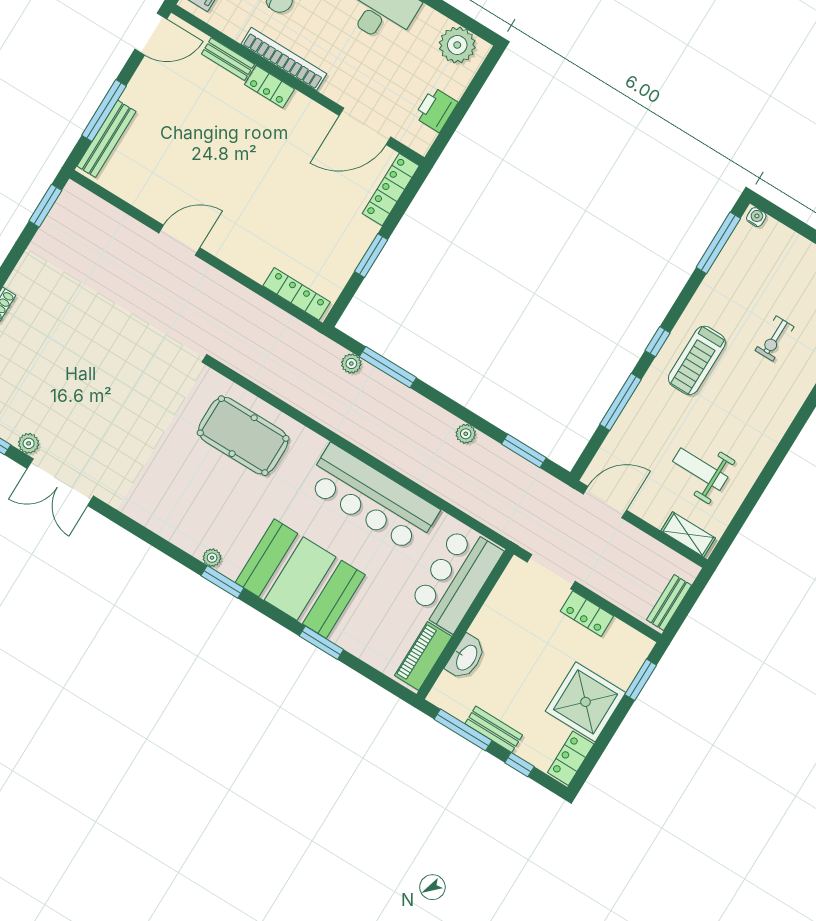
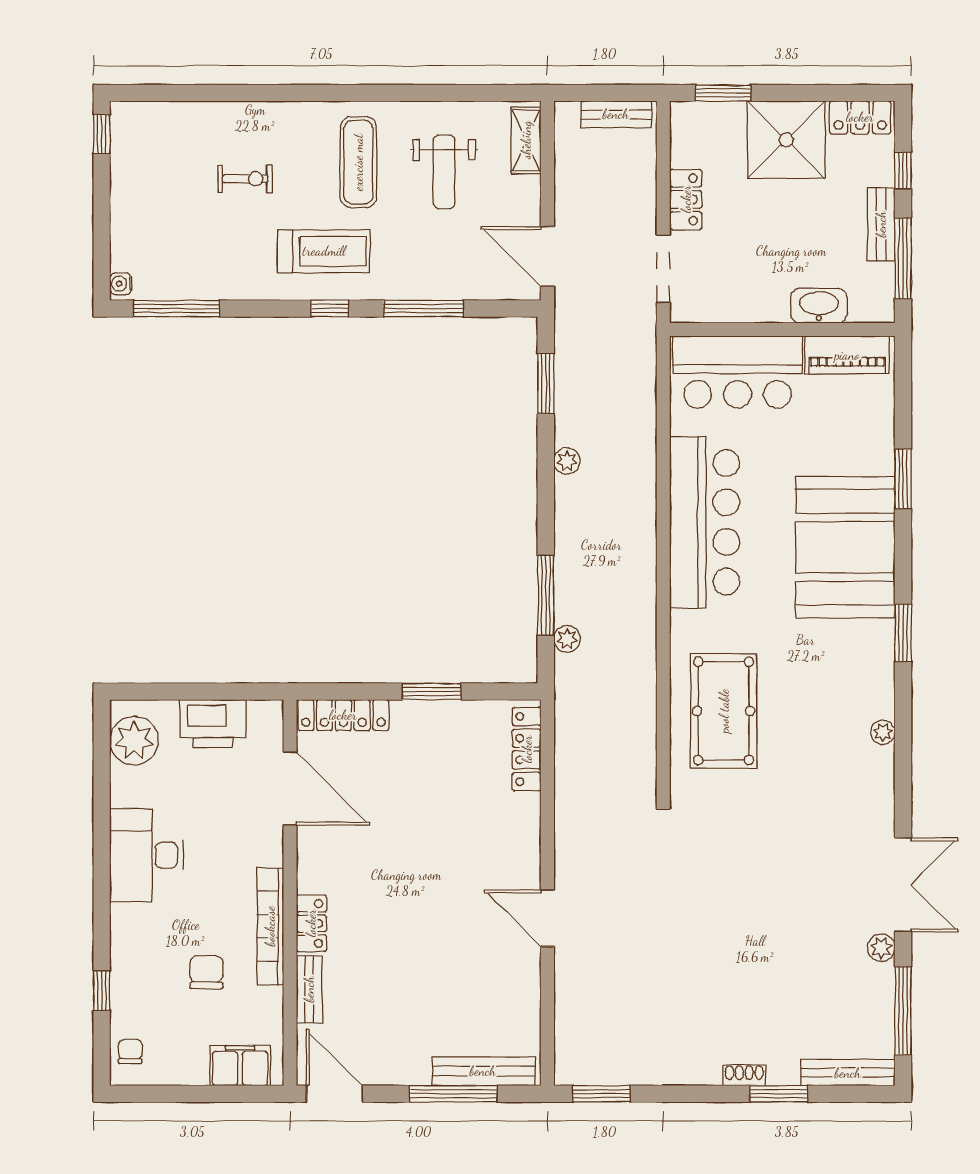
printer: (436, 110) -> (213, 723), width x1.37, depth x1.19
exercise mat: (740, 418) -> (358, 162), added
plant: (212, 558) -> (883, 732), moved

